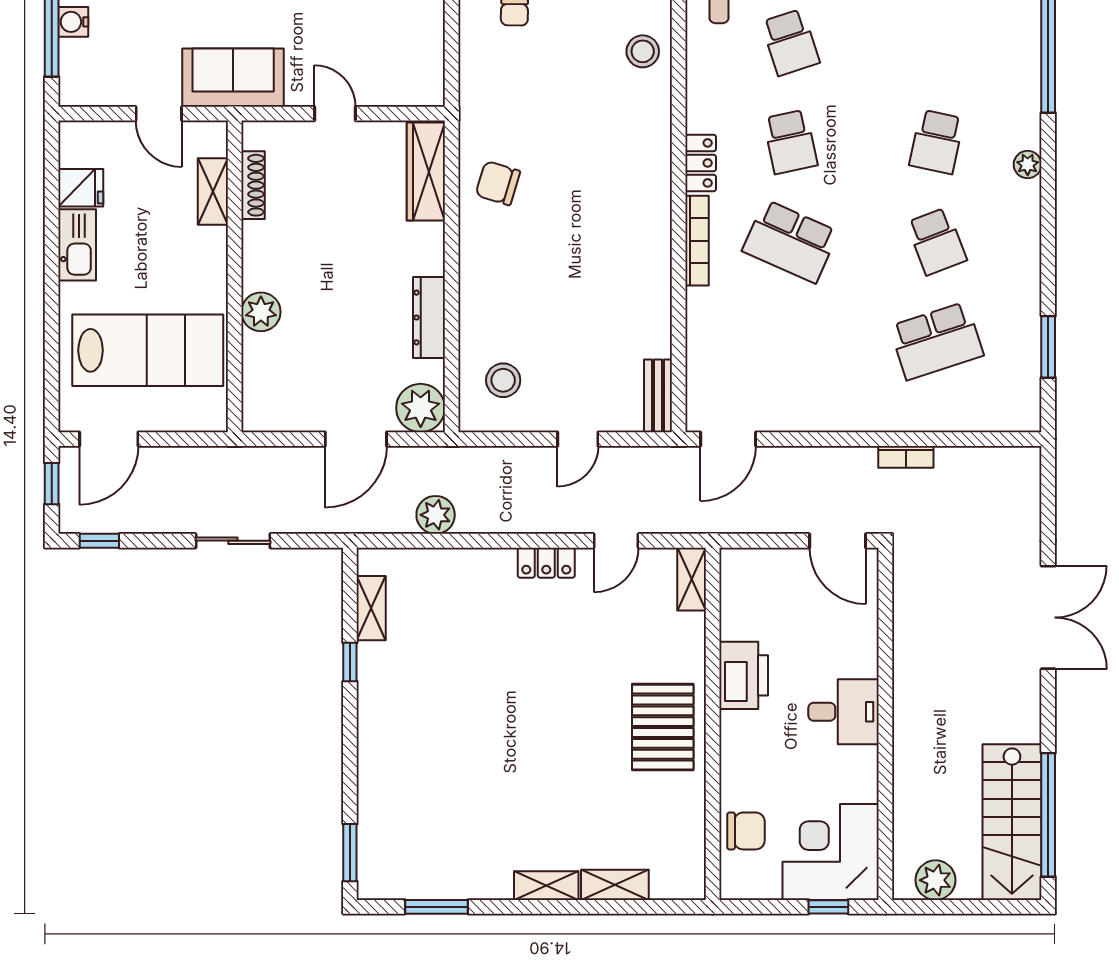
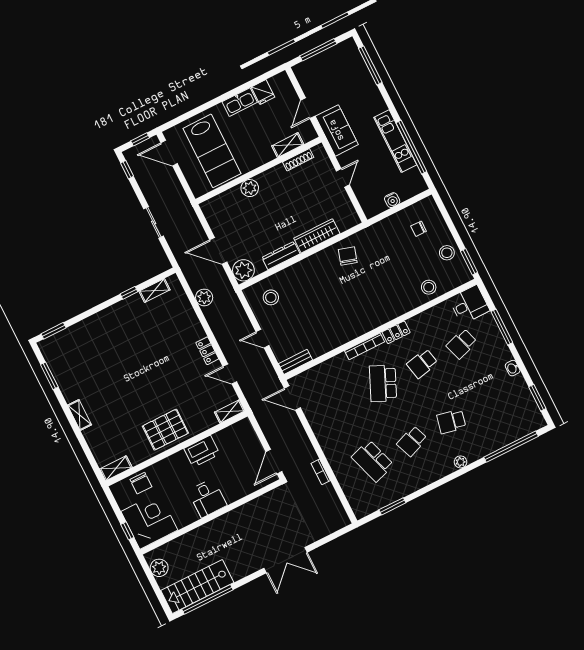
water cooler: (73, 22) -> (392, 200), moved, turned 180
wardrobe: (426, 171) -> (317, 236), moved
shelving: (615, 885) -> (116, 468), moved, turned 90

